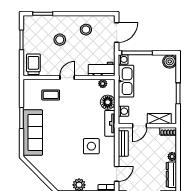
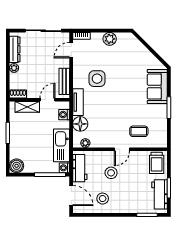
door: (117, 33) -> (71, 196), swing flipped
workbench: (31, 34) -> (160, 194), added
stool: (60, 40) -> (111, 173), moved
workbench: (102, 69) -> (80, 168), moved, turned -90
sofa: (33, 132) -> (157, 87), width x0.73

